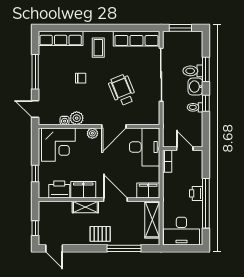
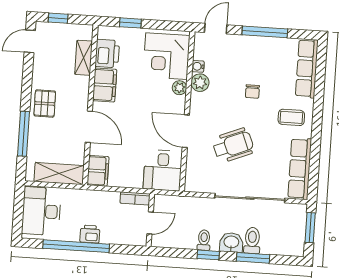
plant: (92, 133) -> (179, 88), moved
desk: (145, 147) -> (163, 170), width x0.73
door: (115, 200) -> (89, 127), hinge flipped
shelving: (85, 207) -> (84, 58), moved

